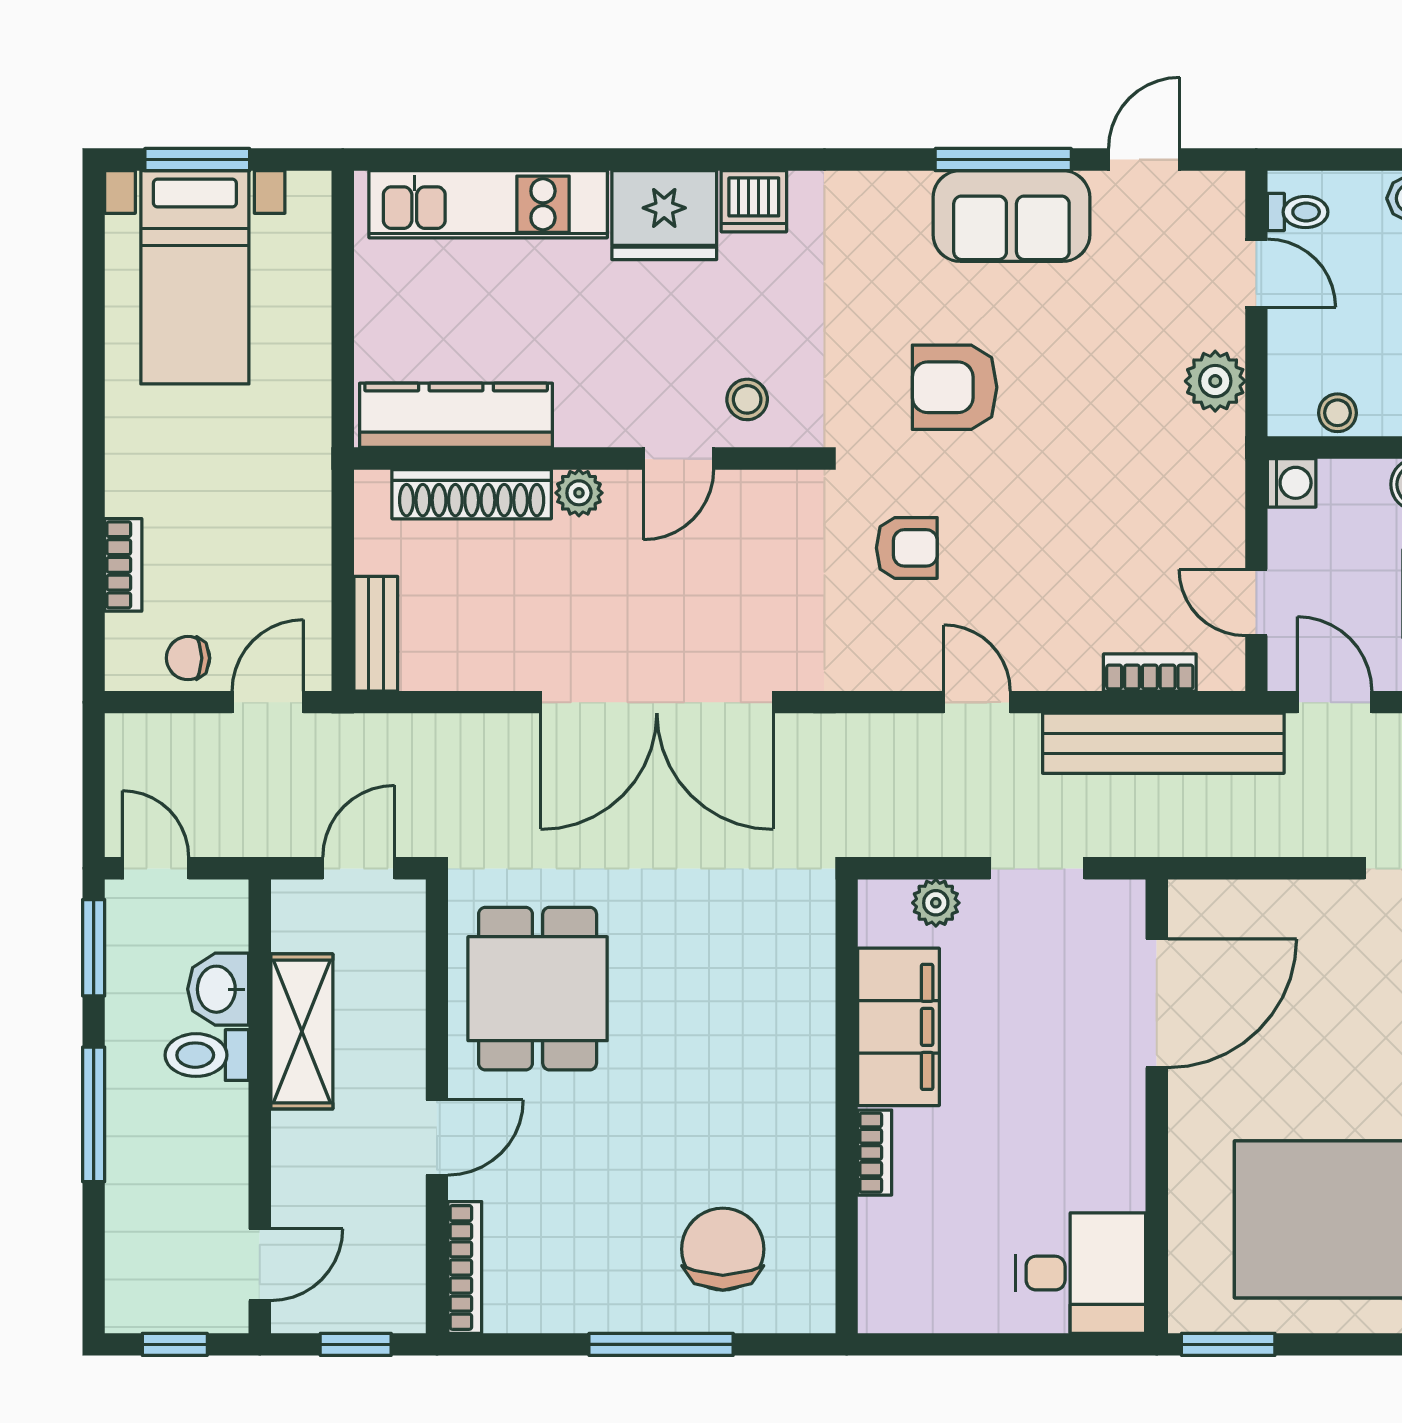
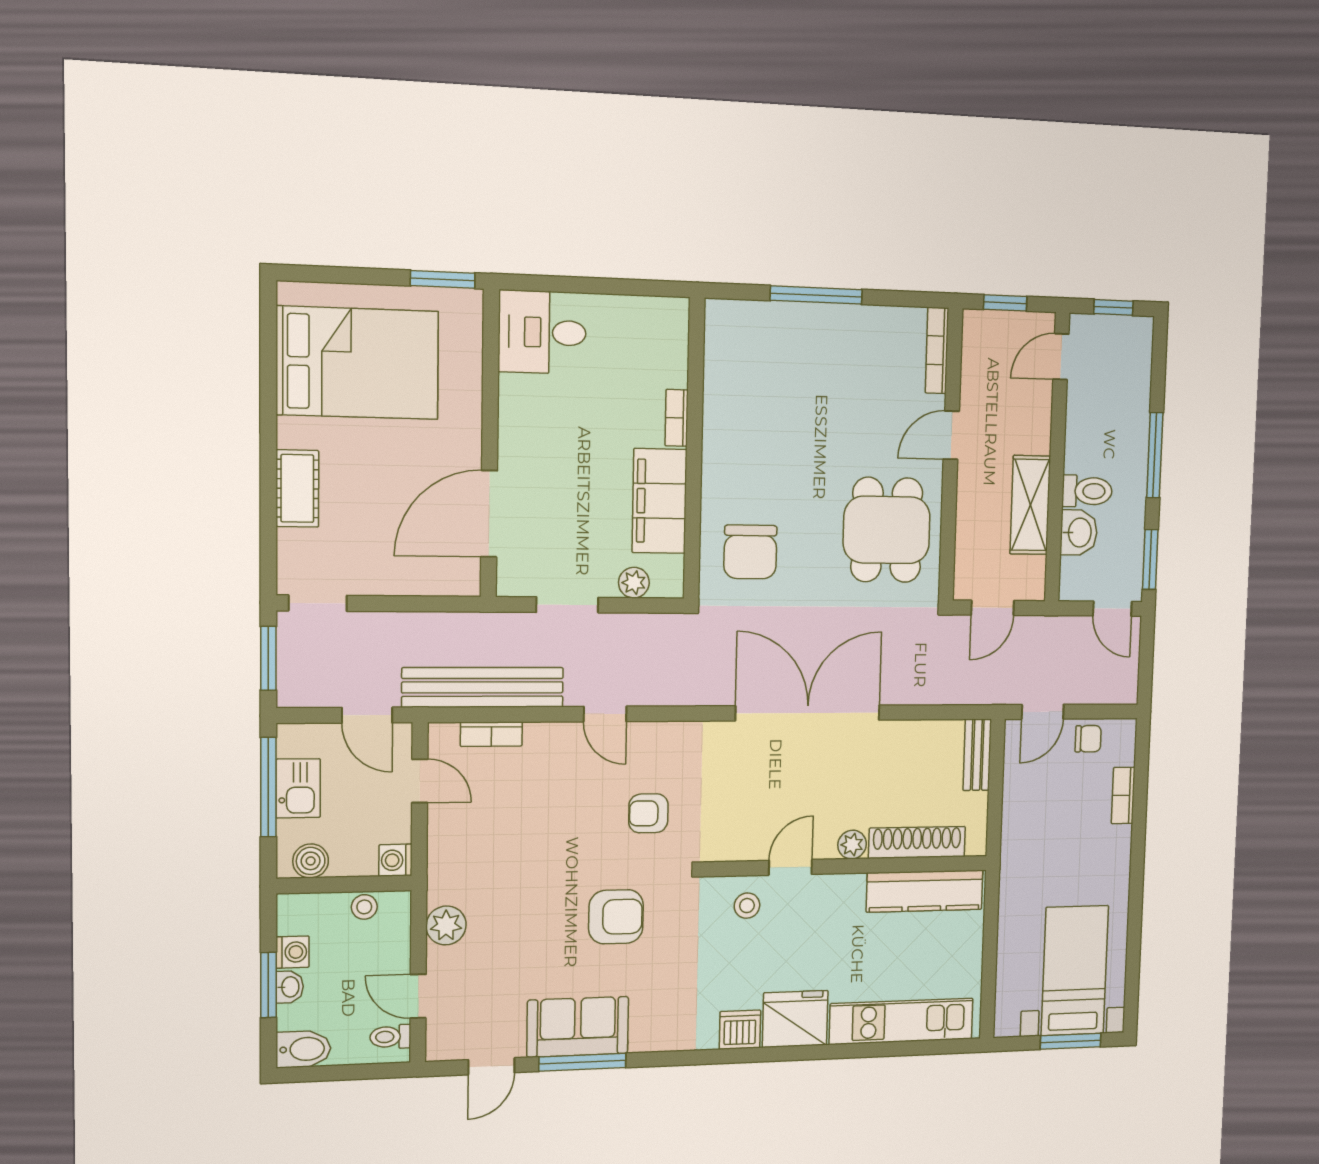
chair: (723, 1249) -> (750, 552), moved

